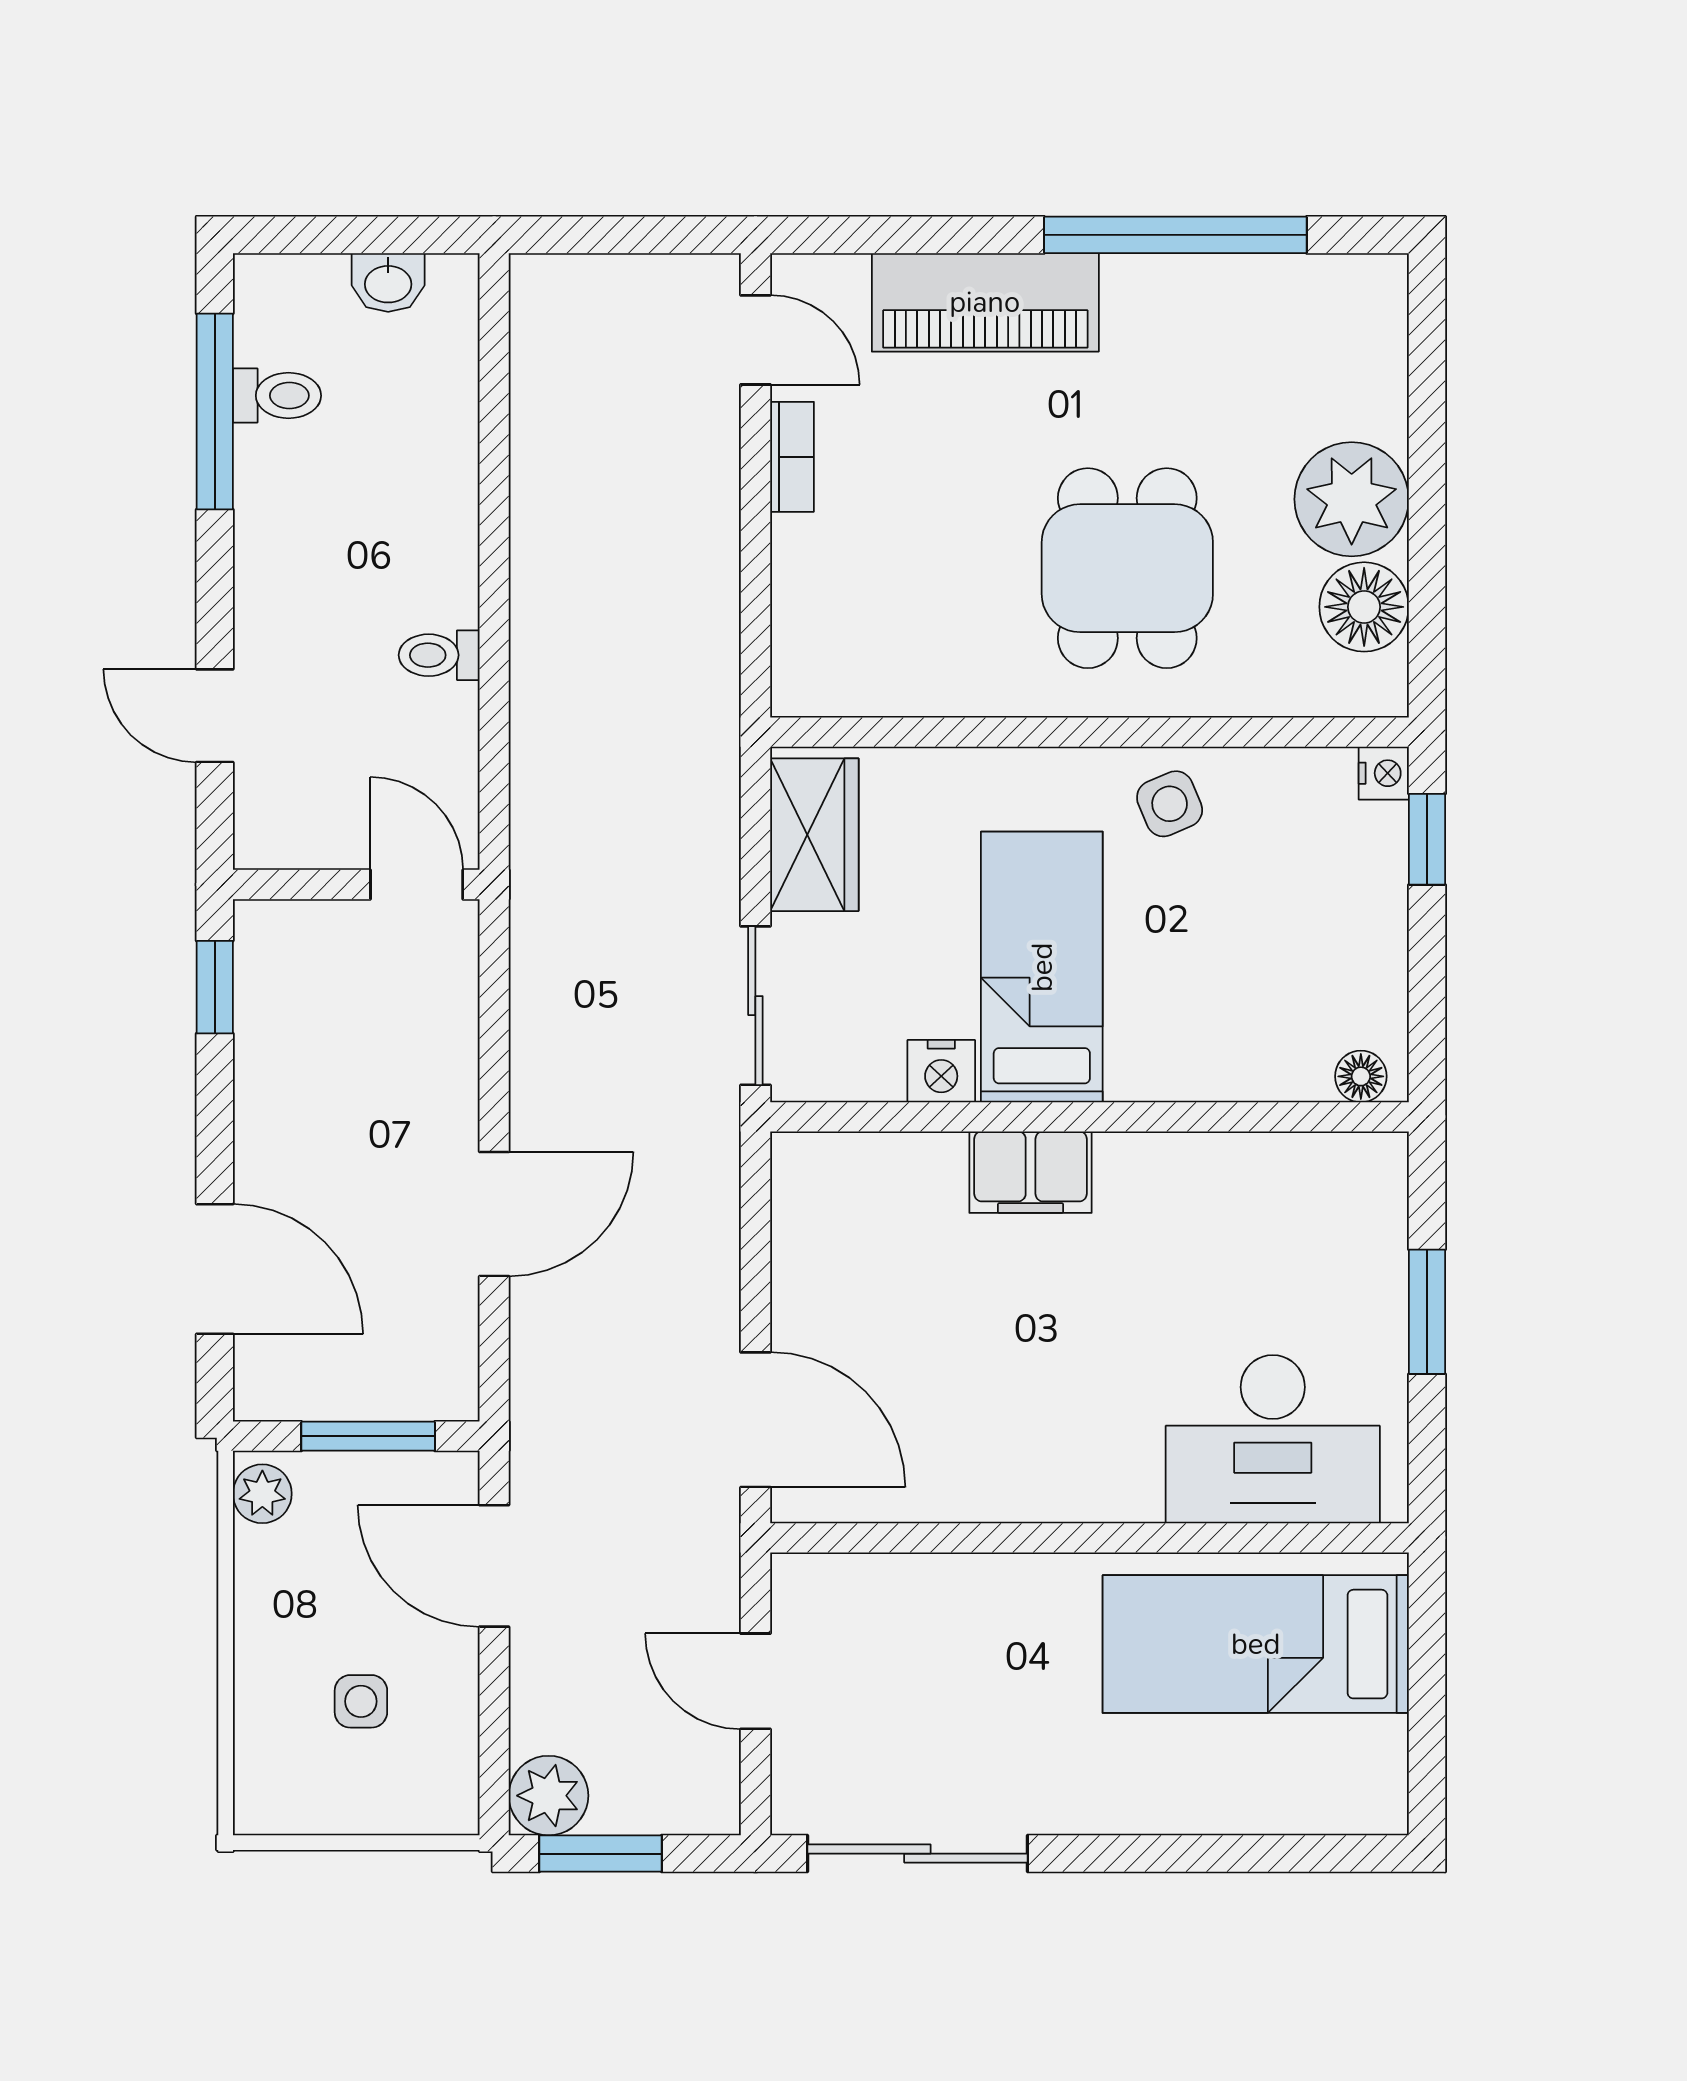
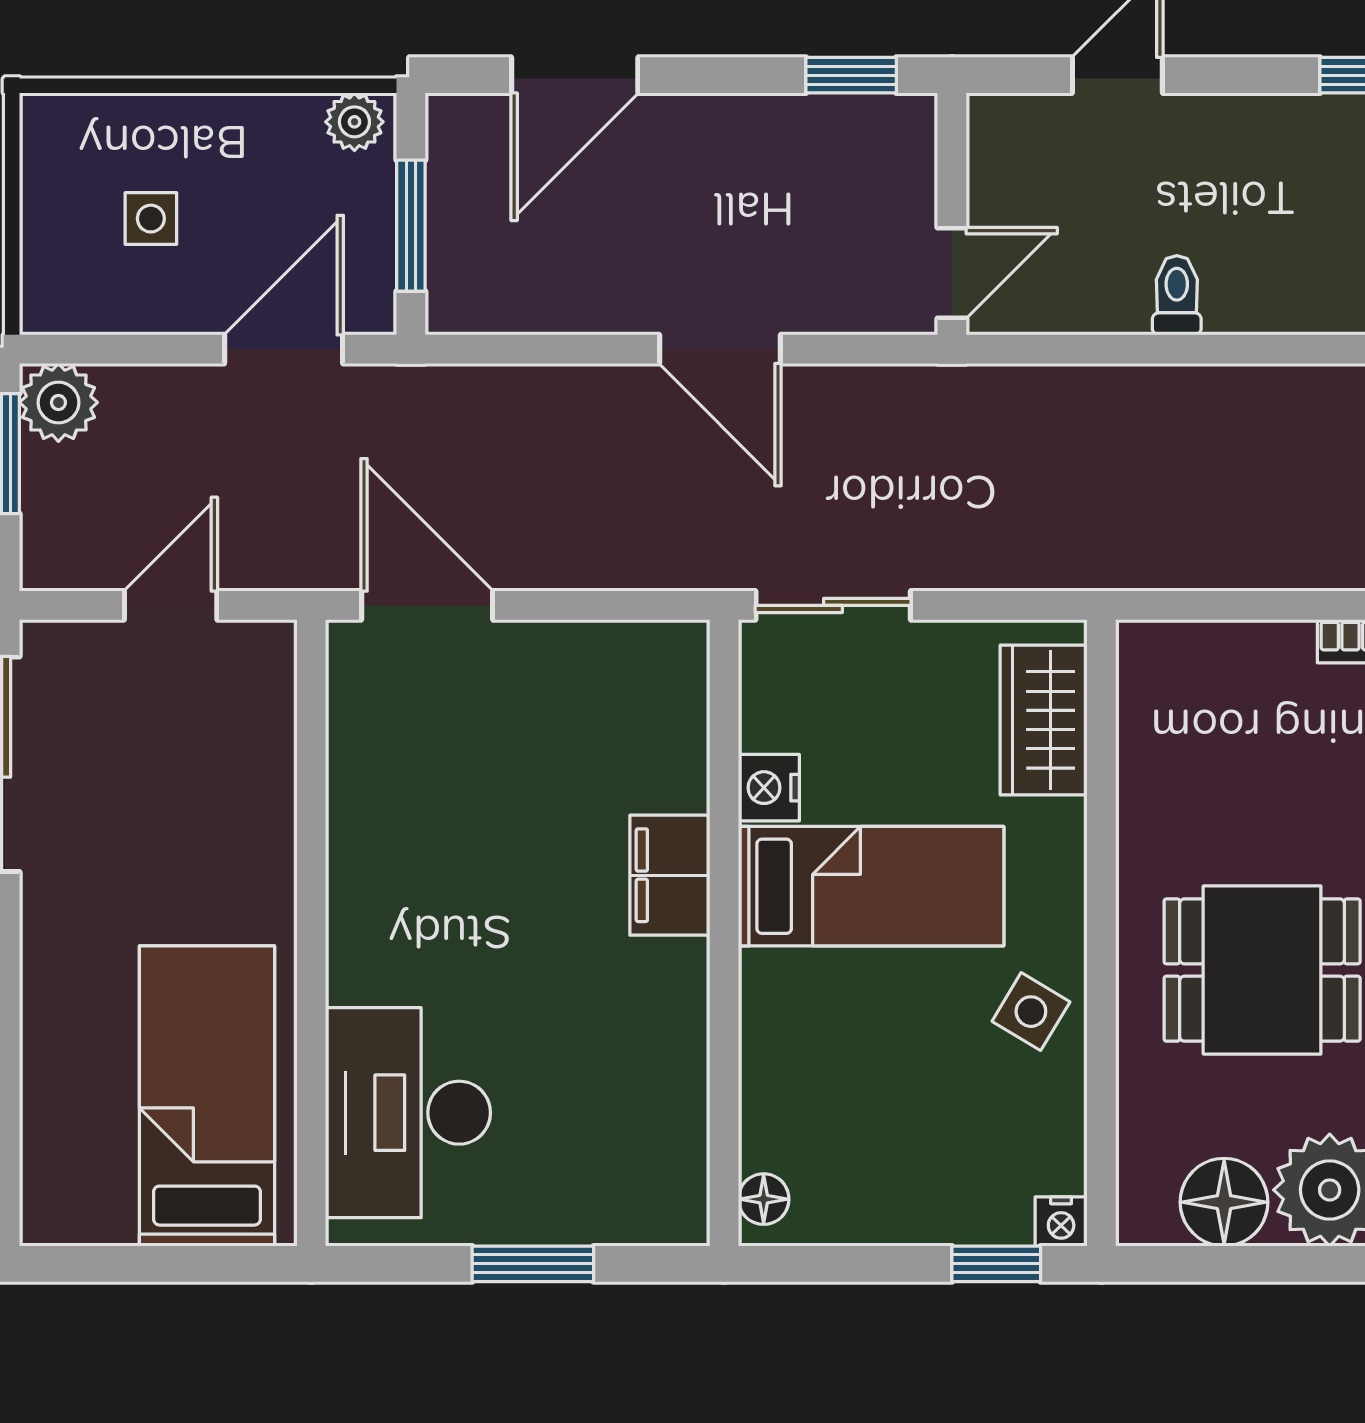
side table: (1170, 804) -> (1031, 1012), turned -36
wardrobe: (814, 835) -> (1044, 720), moved, turned 90
door: (494, 1214) -> (720, 349), moved
door: (755, 1420) -> (427, 605), swing flipped

